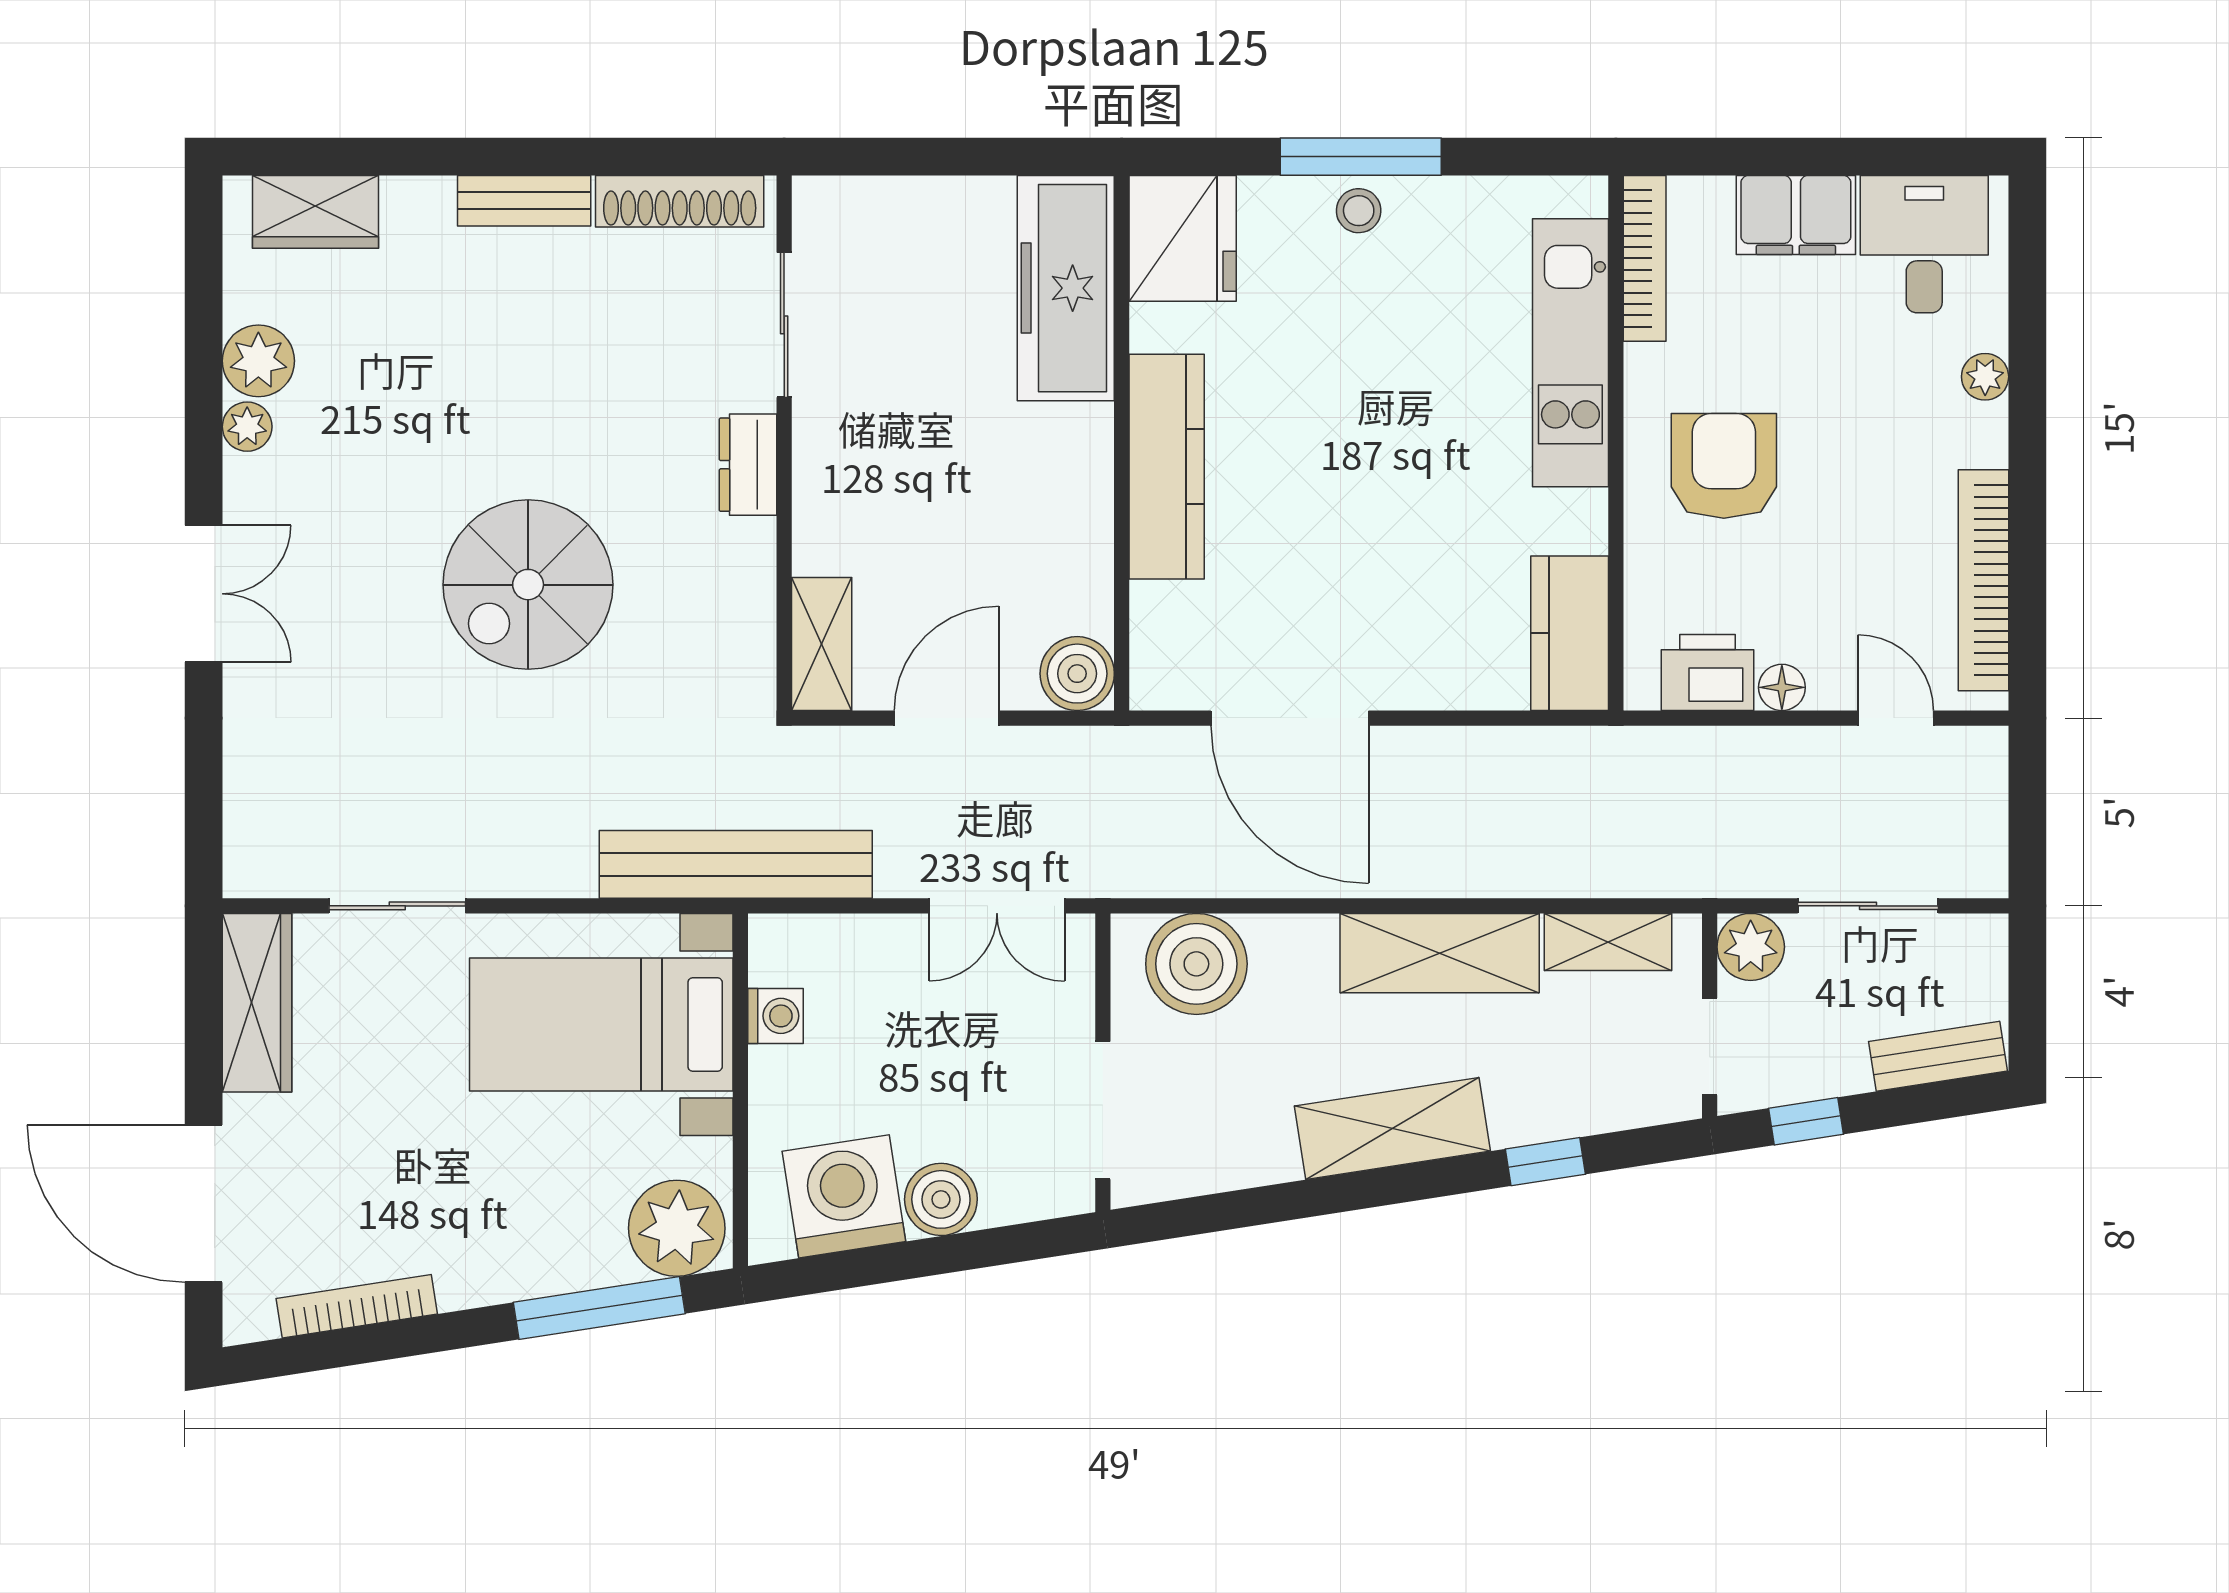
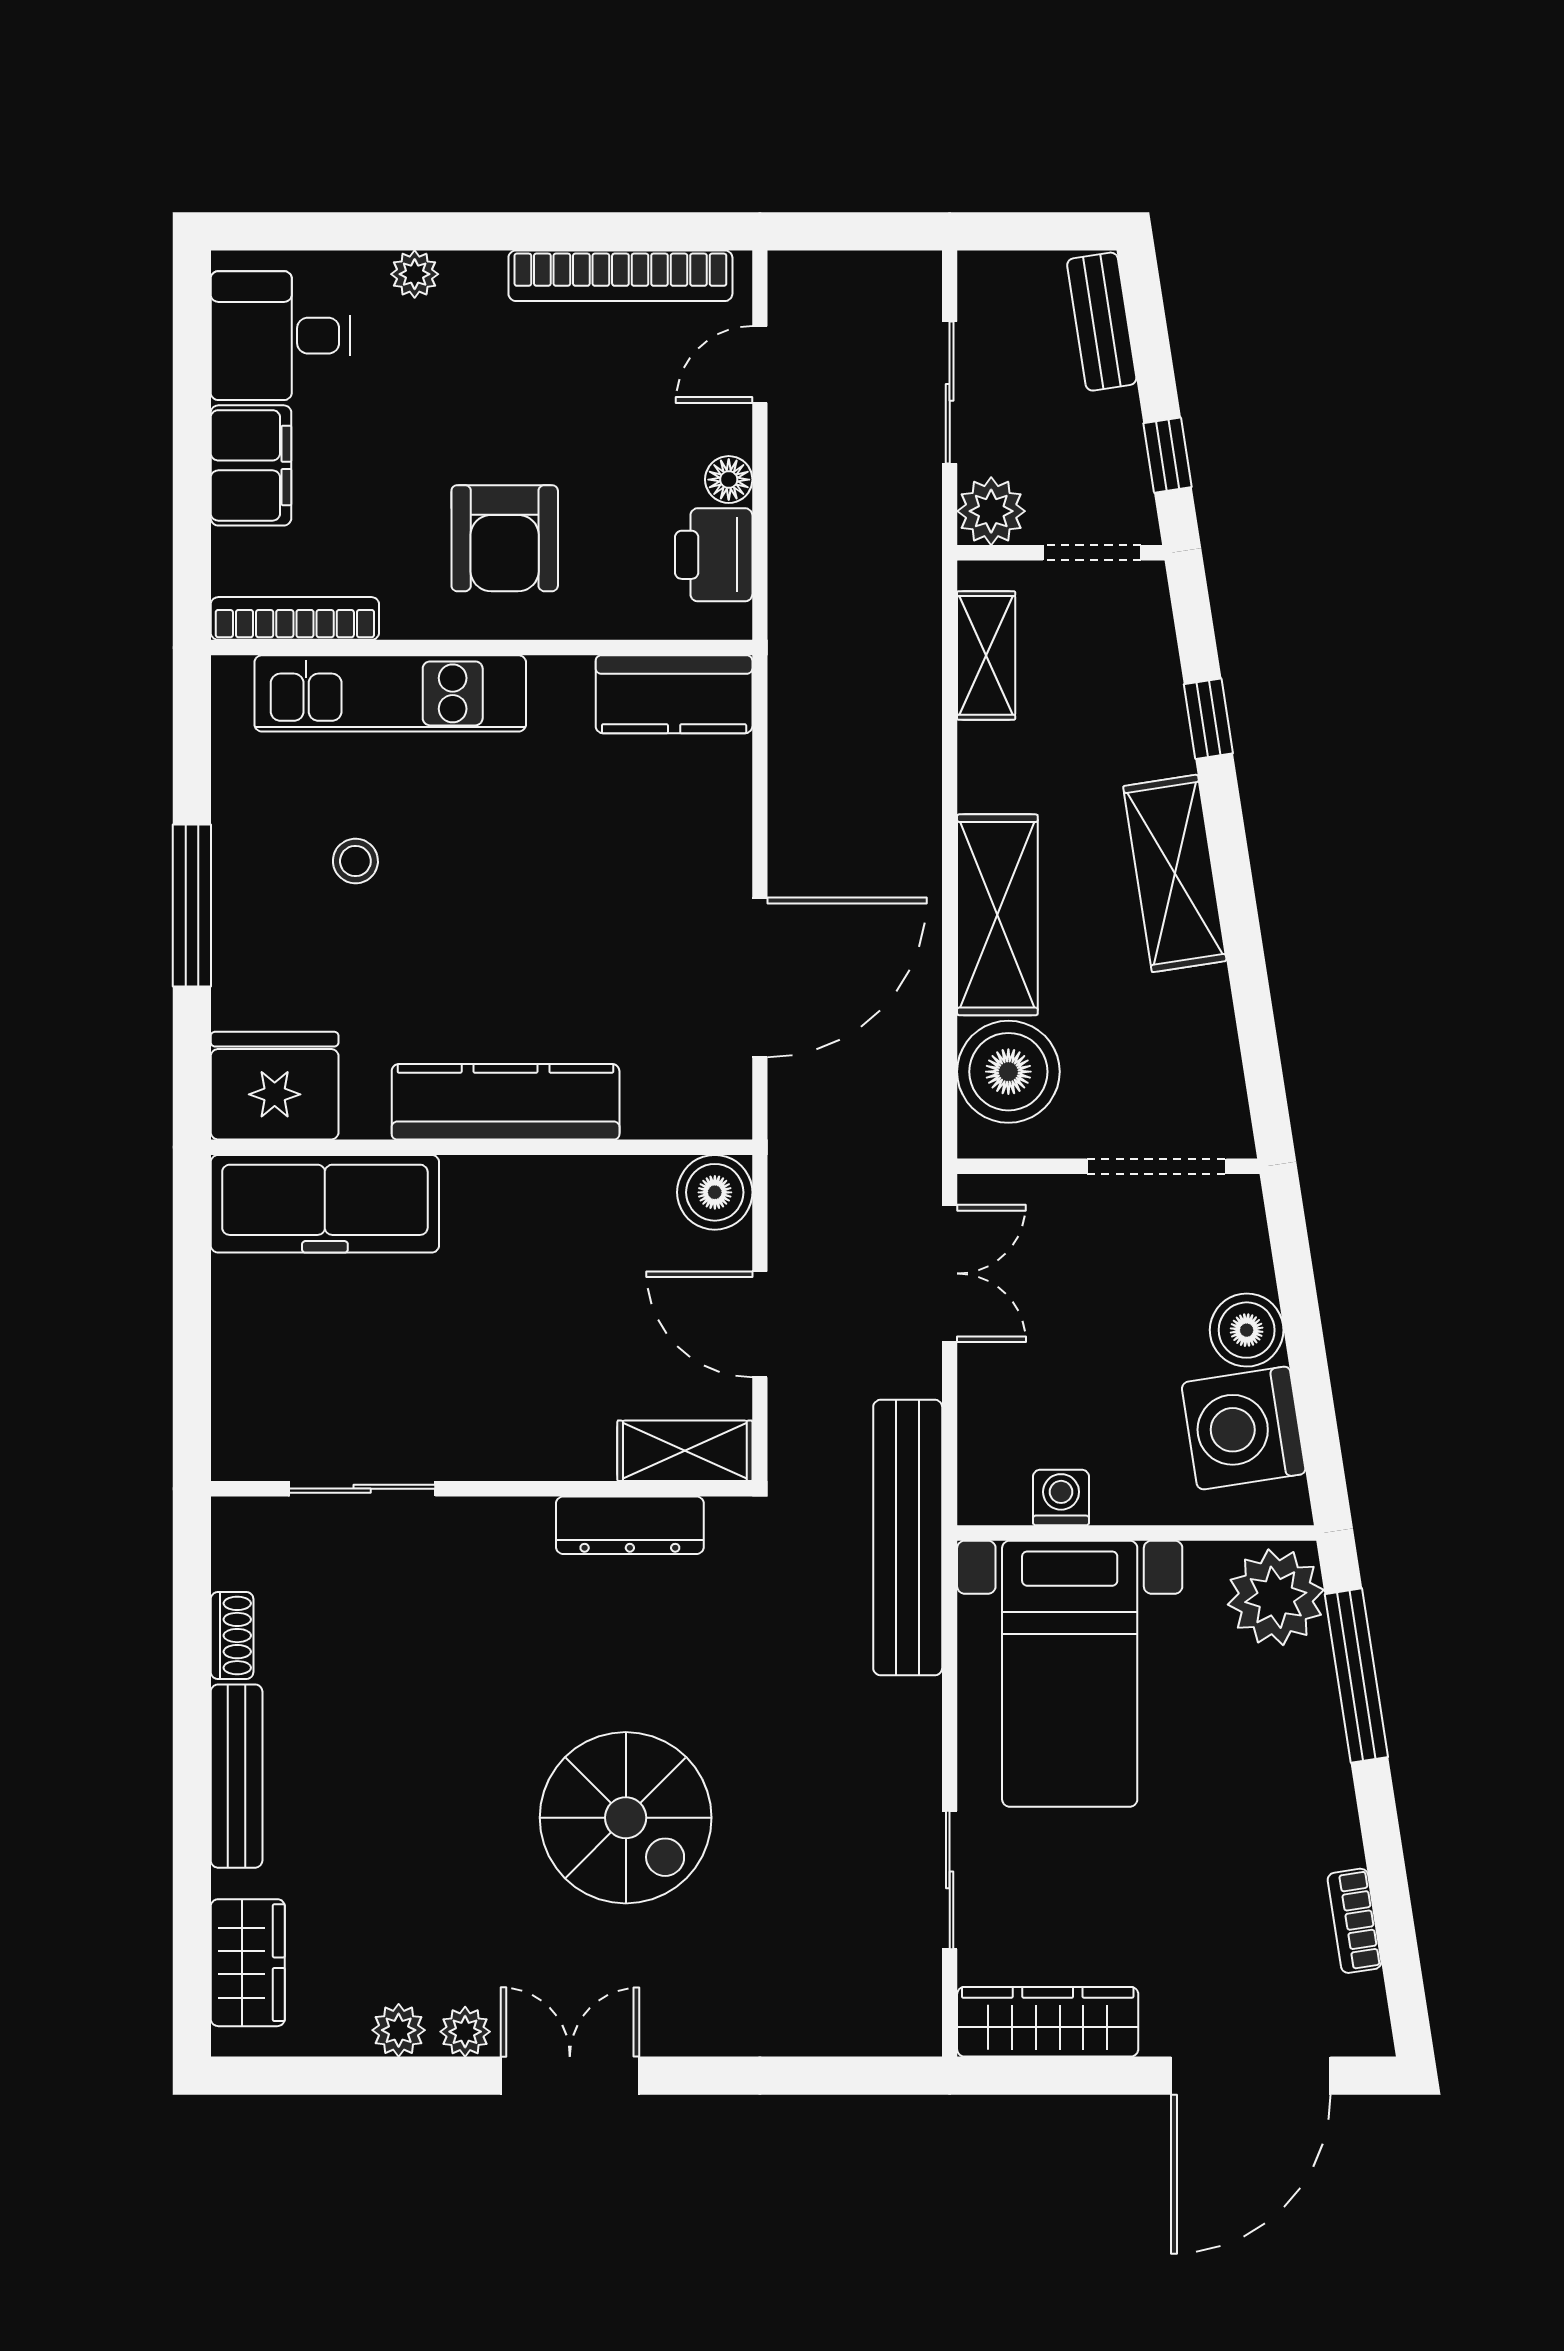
bench: (524, 201) -> (237, 1776), width x1.36
shoe rack: (680, 201) -> (232, 1636), width x0.51, depth x0.81
stool: (1359, 211) -> (355, 861), moved
plant: (258, 361) -> (399, 2030), width x0.73, depth x0.73
dresser: (748, 465) -> (630, 1525), moved, width x1.44
armchair: (1724, 466) -> (505, 538), turned -90
spiral stairs: (528, 585) -> (626, 1818), moved
double door: (204, 594) -> (570, 2076), moved
shelving: (1440, 953) -> (997, 915), moved
bookcase: (357, 1306) -> (1355, 1921), width x0.64

